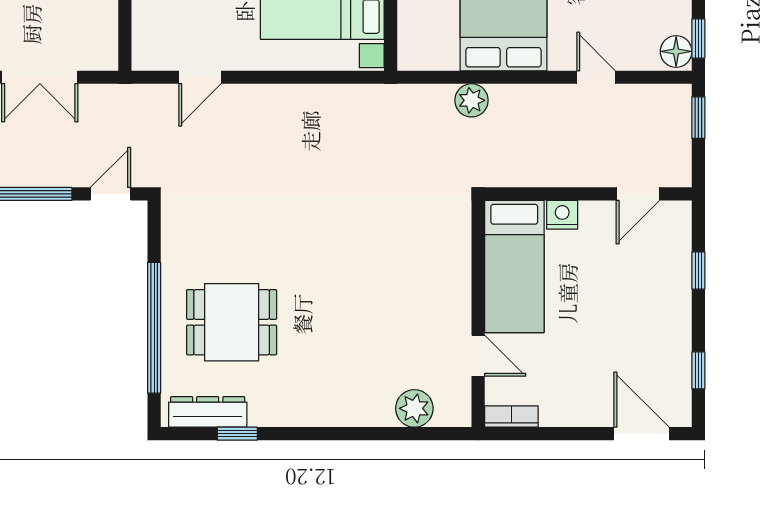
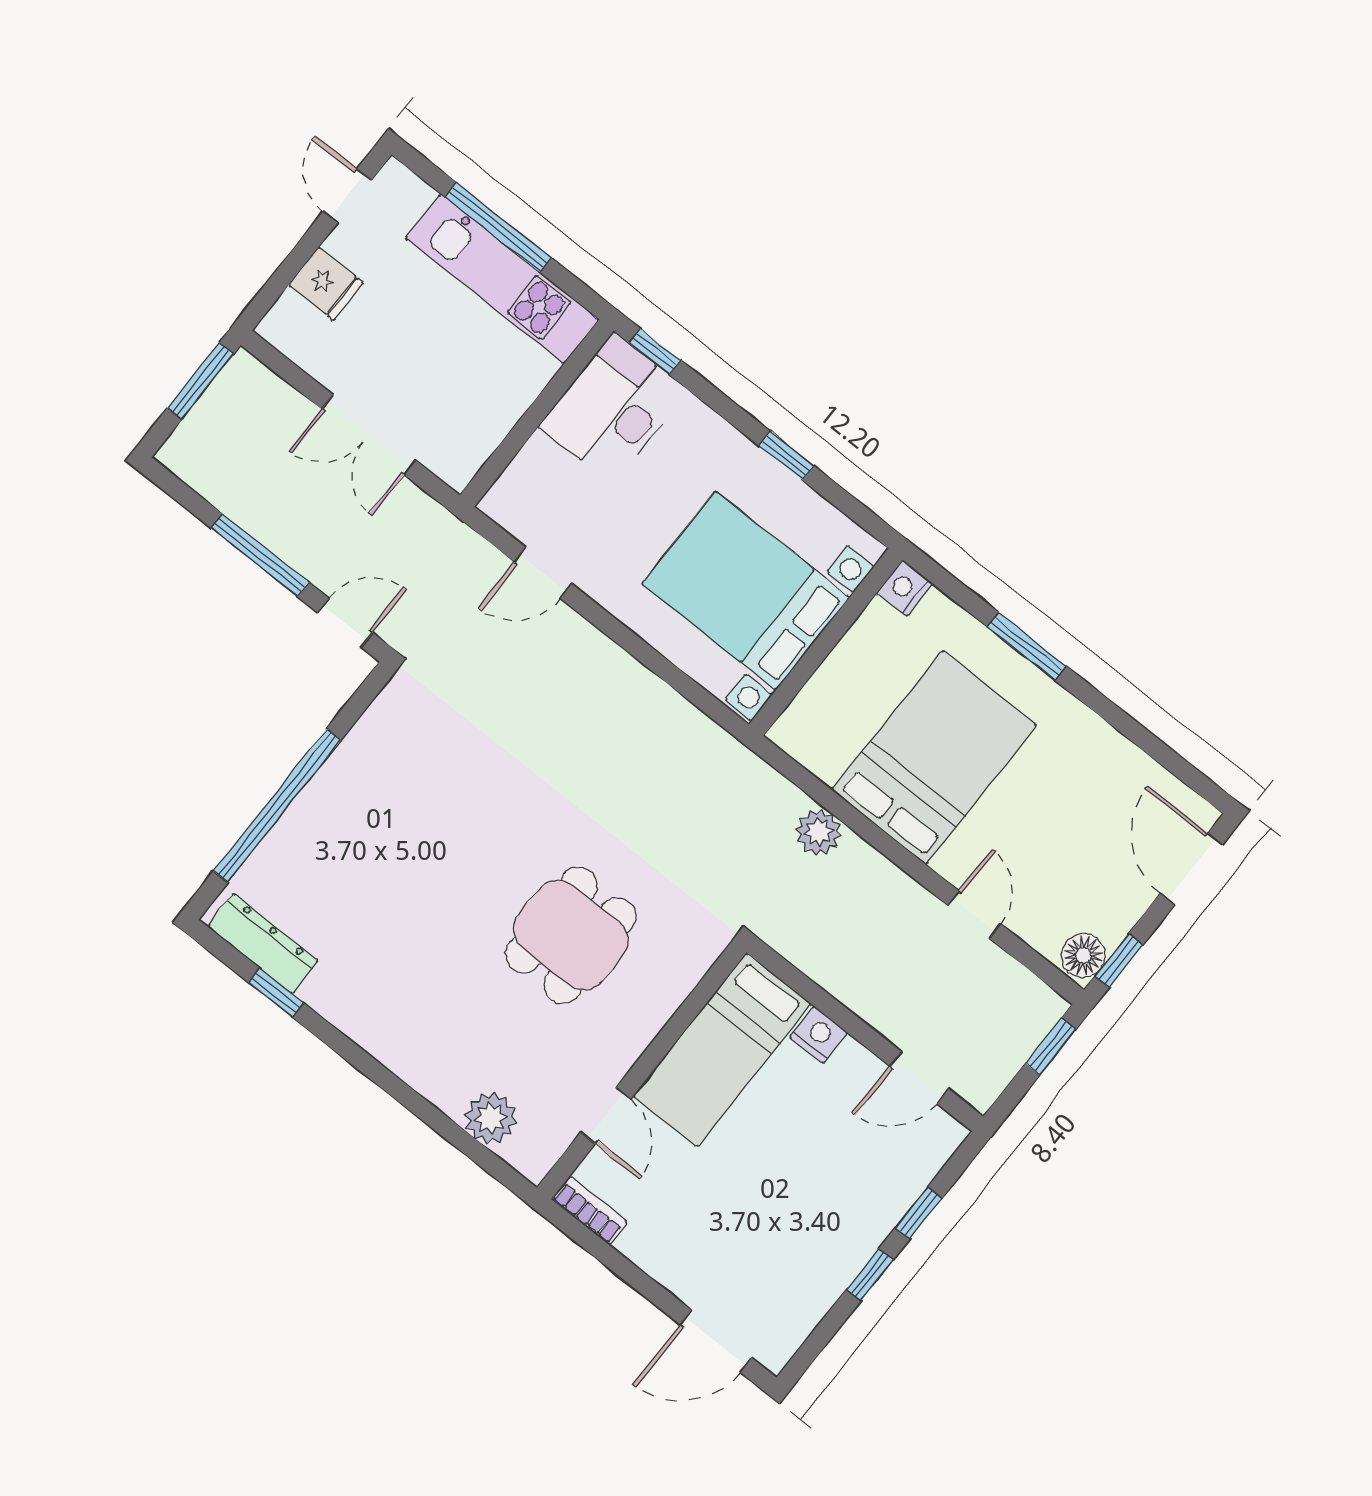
dining table: (232, 322) -> (571, 935), moved, turned 90
window: (698, 370) -> (870, 1274), moved
door: (641, 434) -> (716, 1341), swing flipped

